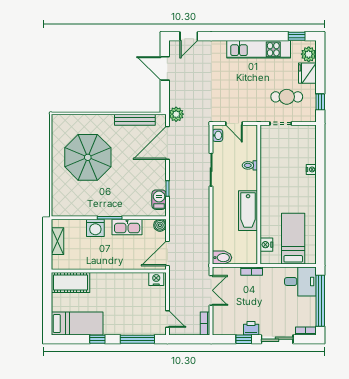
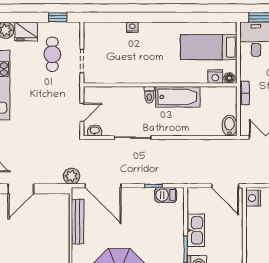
toilet: (250, 165) -> (149, 95), moved
boiler: (160, 225) -> (194, 194), removed
floor lamp: (265, 257) -> (229, 78), added

